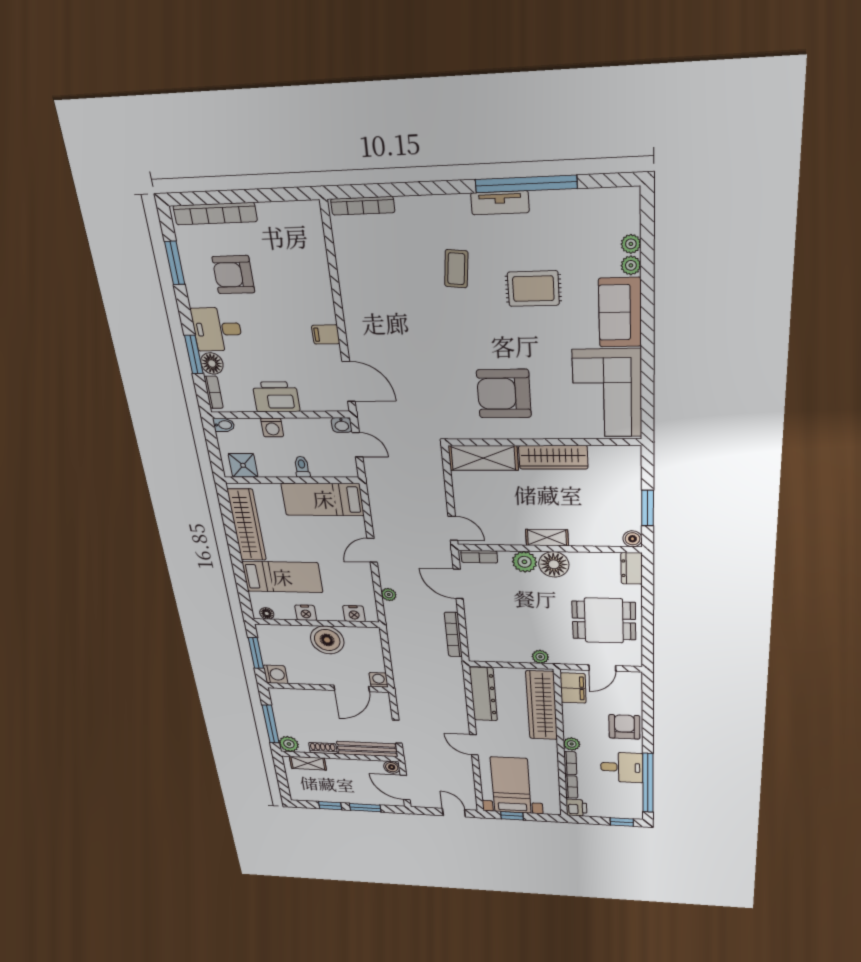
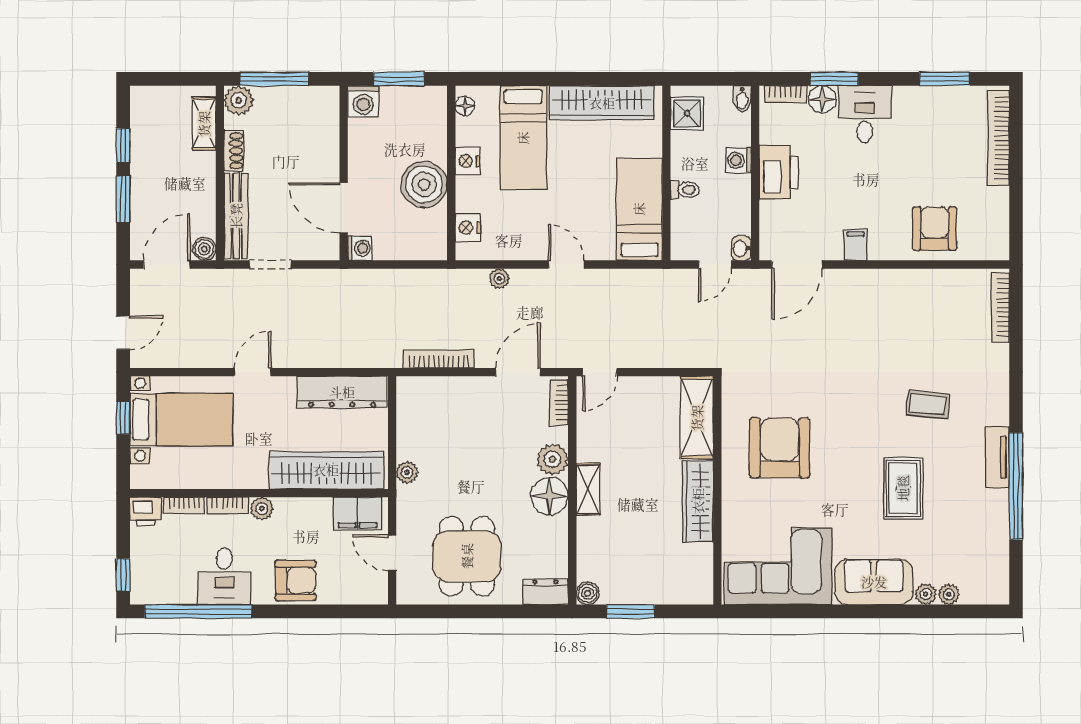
armchair: (233, 275) -> (935, 229), moved

